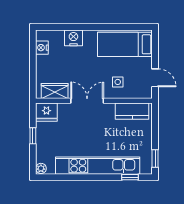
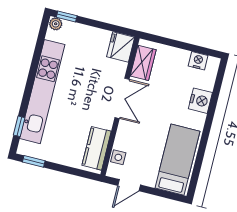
side table: (118, 82) -> (118, 157), moved
window: (33, 136) -> (67, 17), moved

